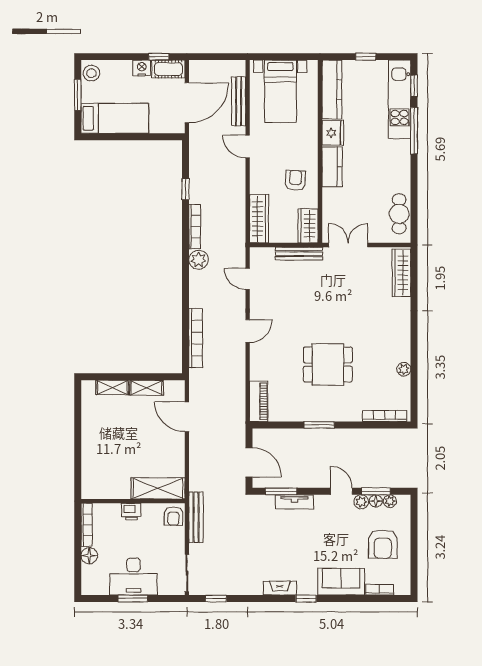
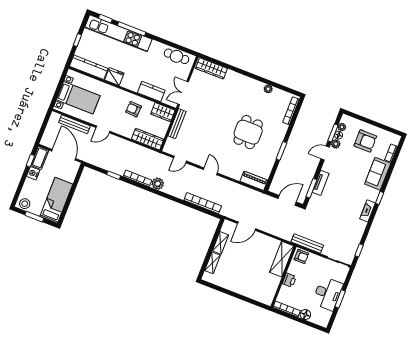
kitchen unit: (400, 99) -> (118, 33), width x1.36
kitchen counter: (332, 167) -> (151, 92), moved

